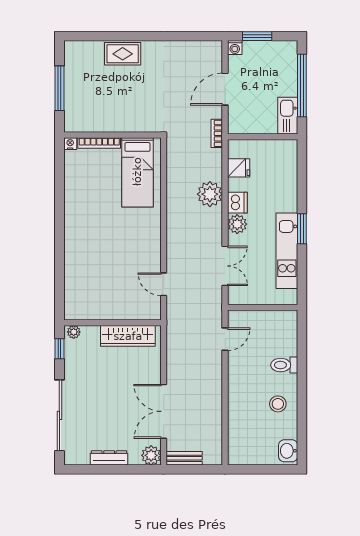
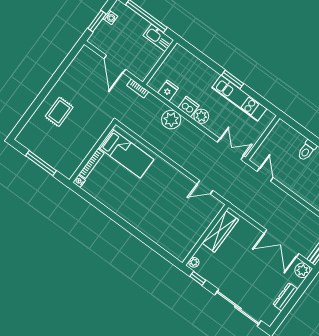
washing machine: (235, 47) -> (110, 17), moved
rug: (123, 54) -> (59, 112), moved
double door: (225, 266) -> (230, 149), moved

